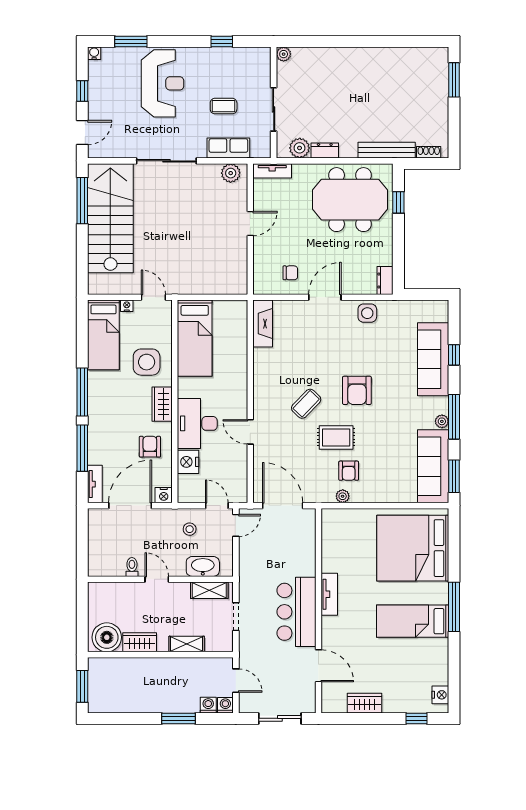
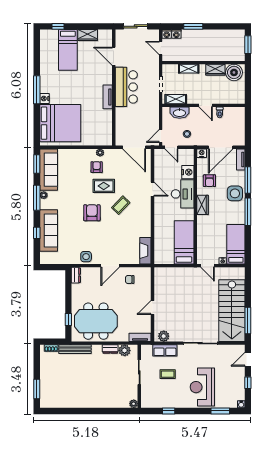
side table: (147, 362) -> (235, 193), moved
bed: (413, 621) -> (68, 50), moved, turned 90
nightstand: (440, 695) -> (44, 98), moved

